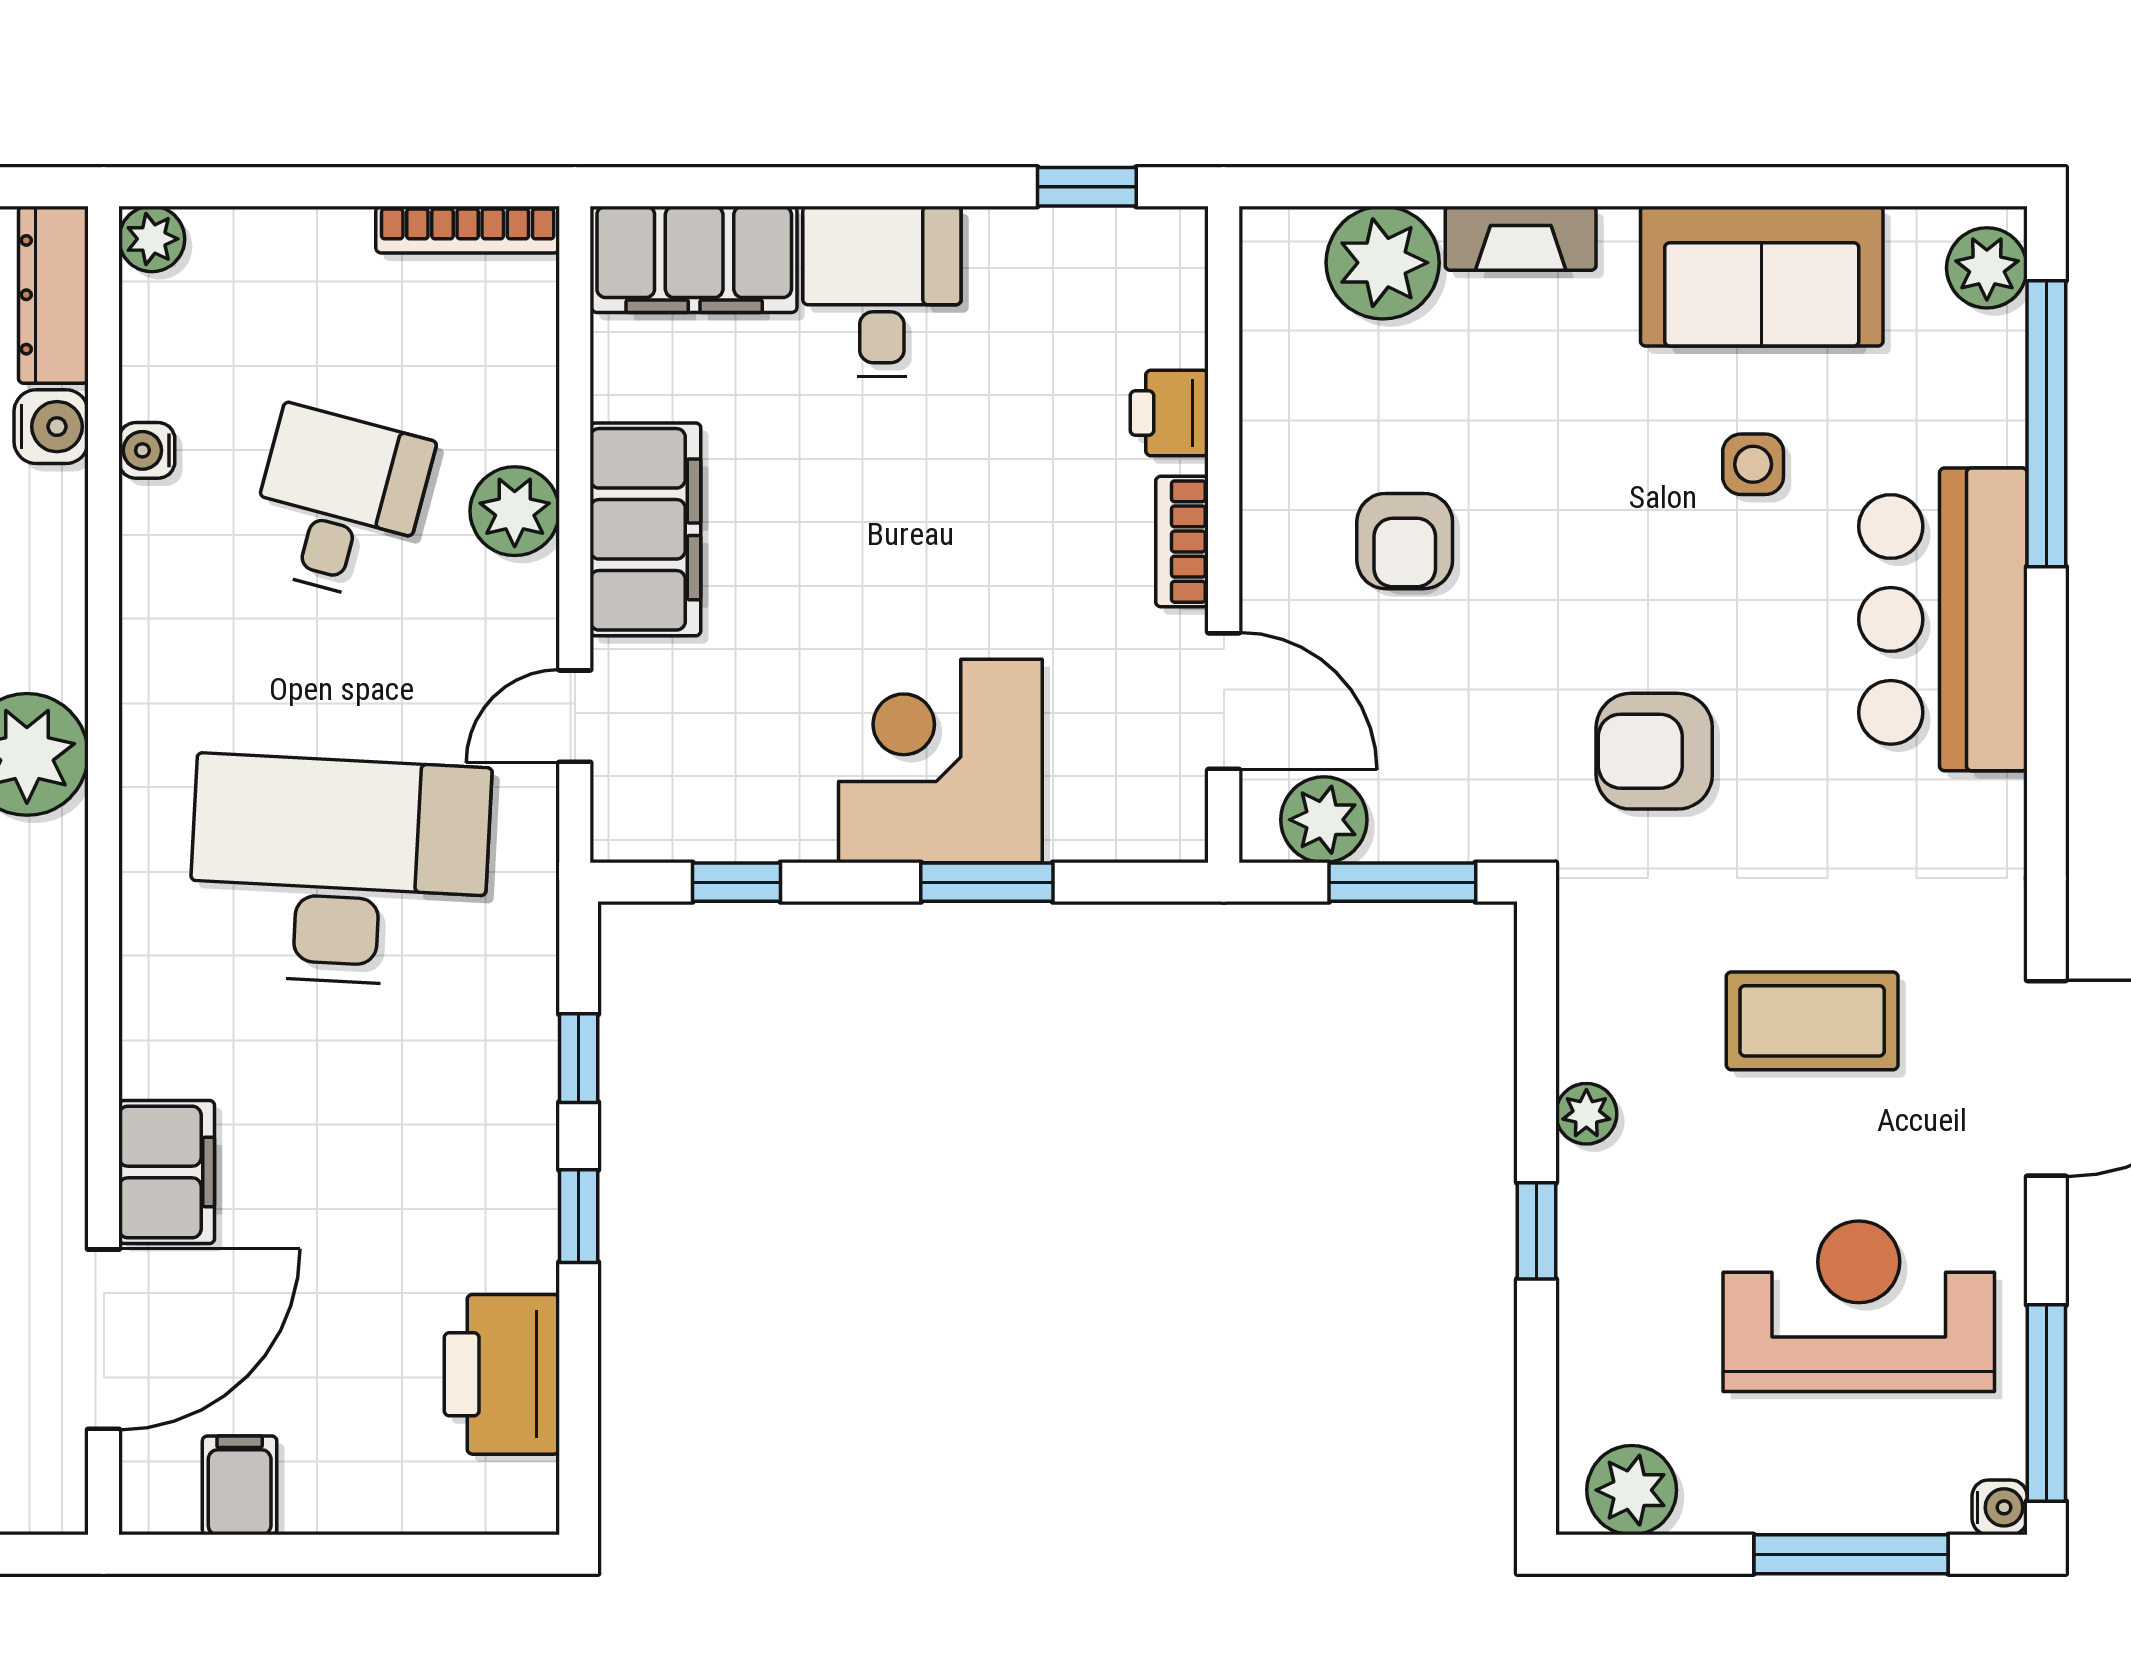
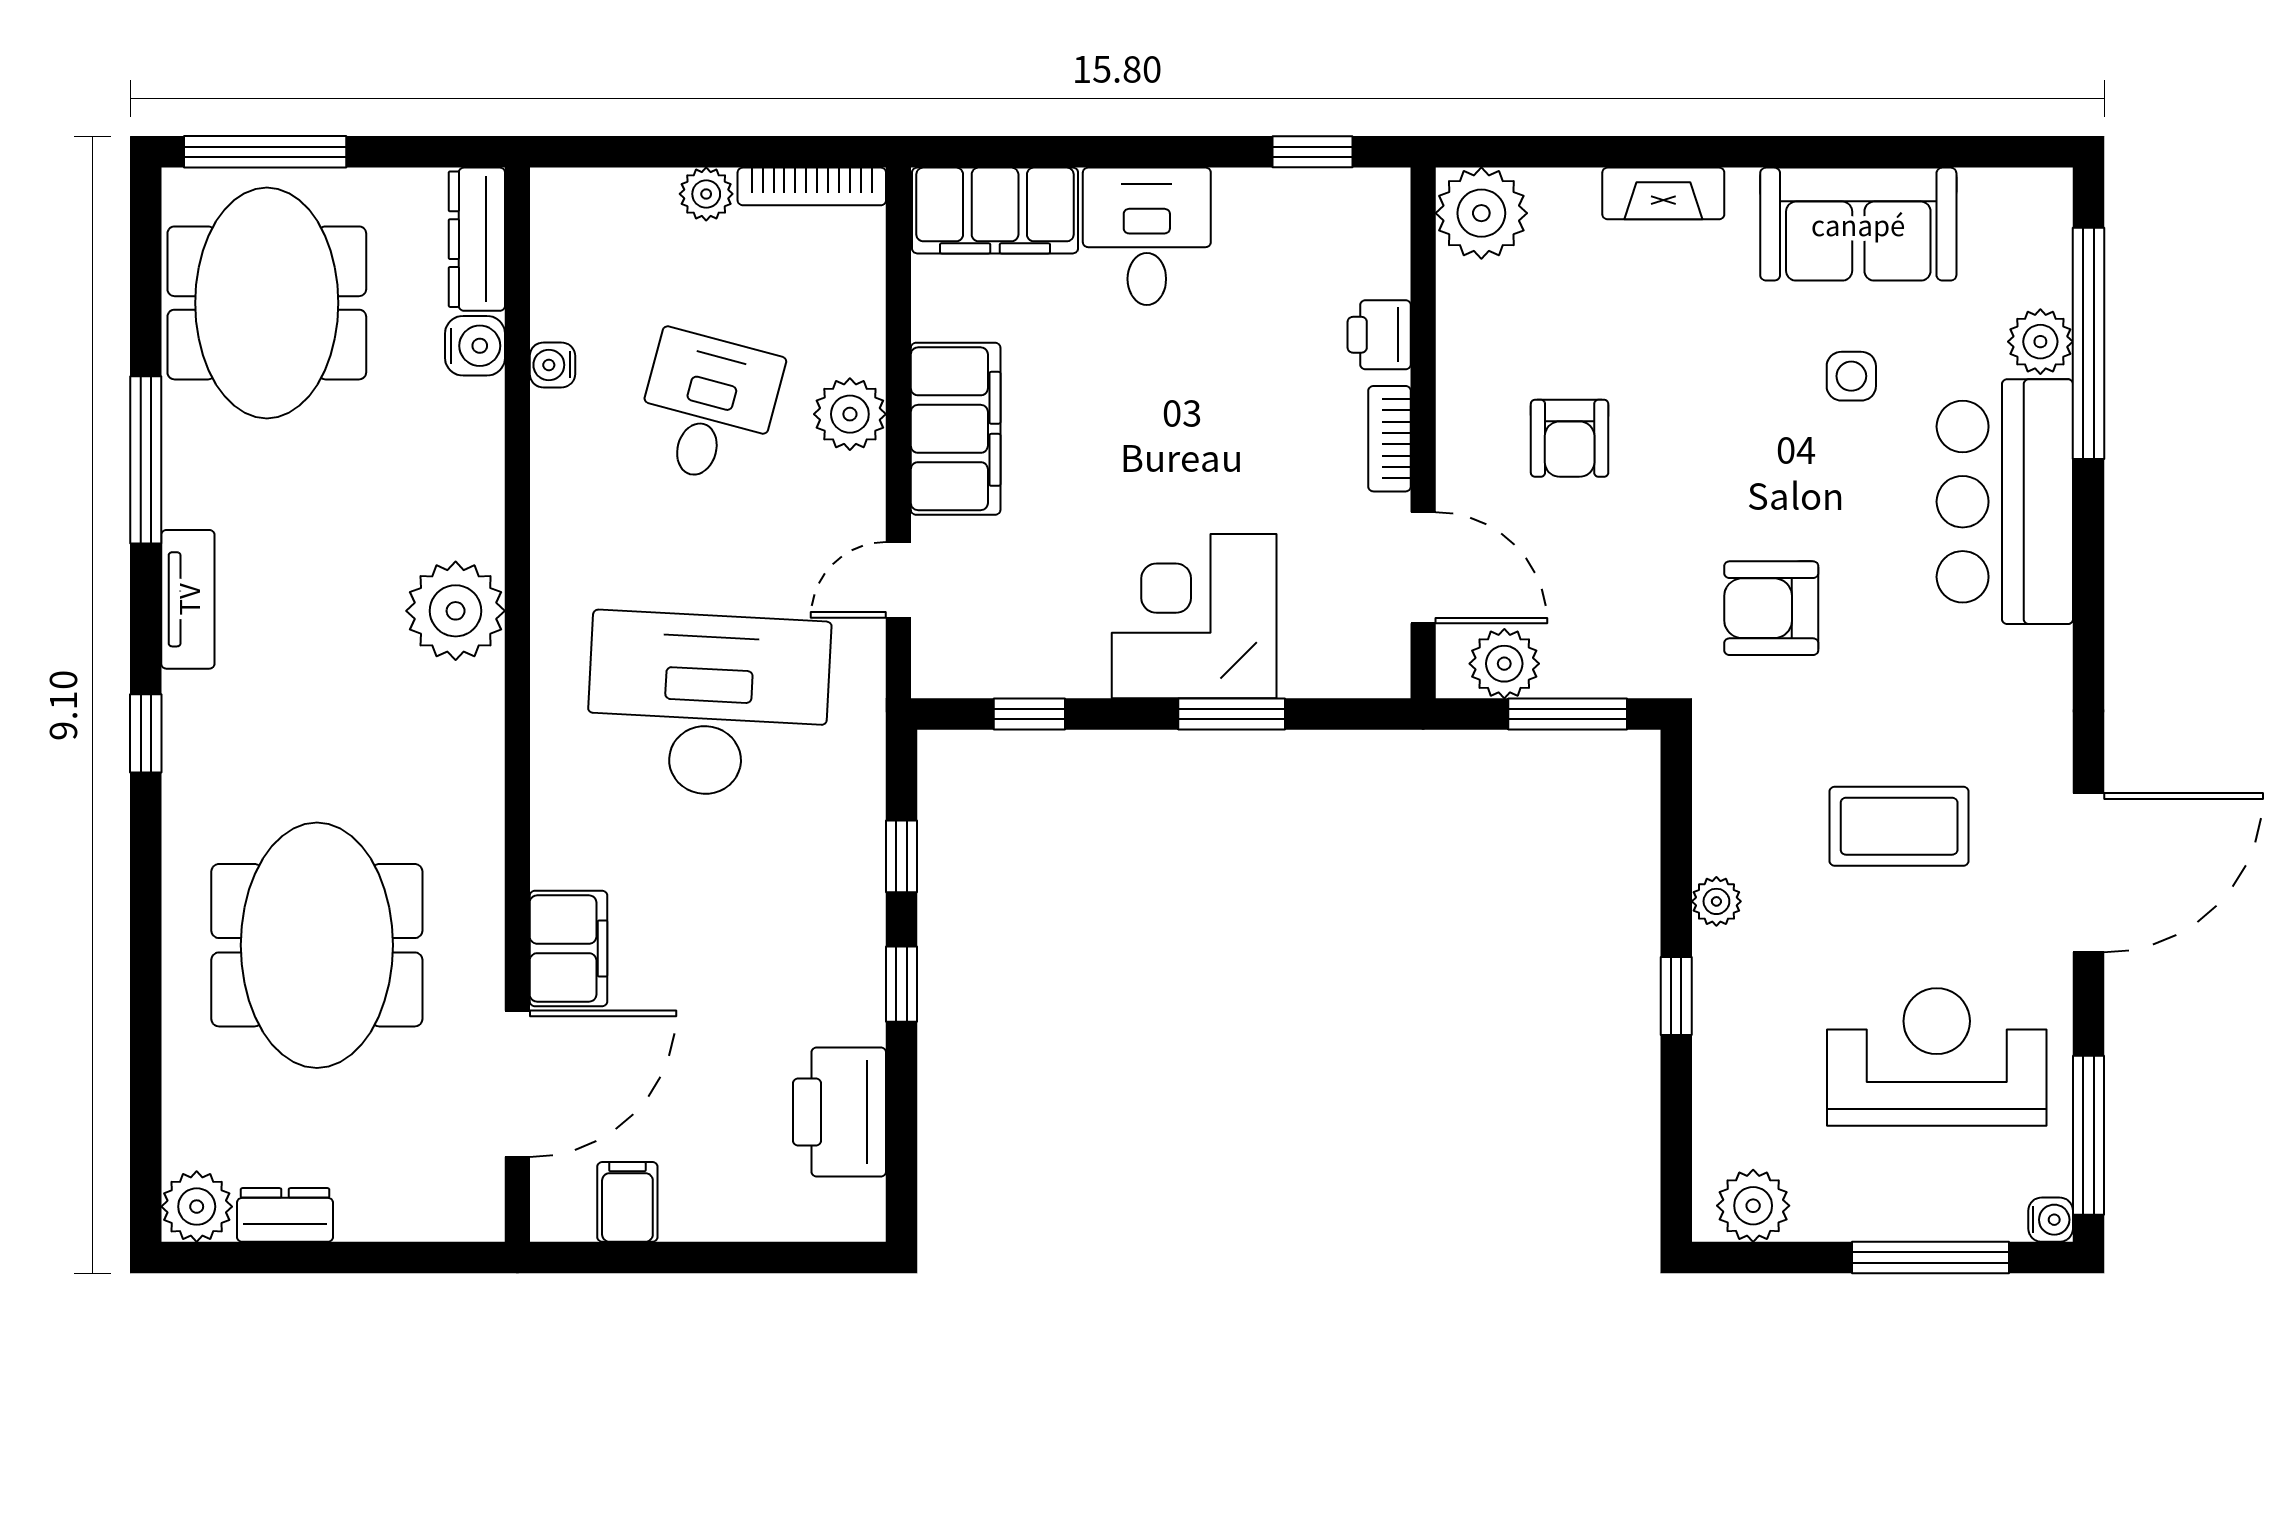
plant: (152, 239) -> (706, 194), moved
plant: (1383, 263) -> (1481, 213), moved
plant: (1987, 268) -> (2040, 342), moved

